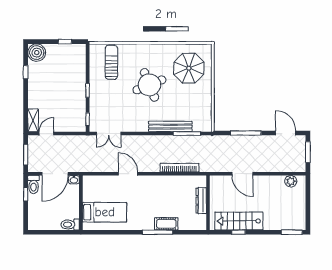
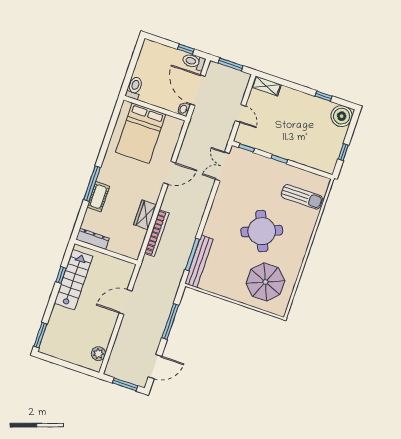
bench: (170, 126) -> (199, 261), moved
door: (46, 134) -> (240, 113), moved
wardrobe: (168, 182) -> (145, 215), added
dresser: (201, 201) -> (93, 239), moved
bed: (105, 212) -> (141, 133), width x1.50

